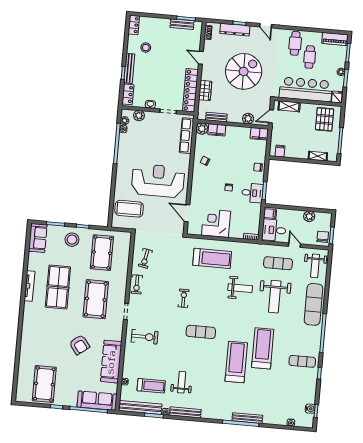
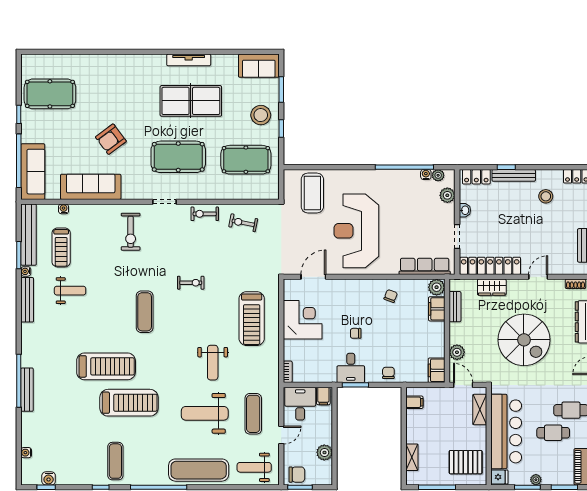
reception desk: (158, 181) -> (356, 231), turned 180

